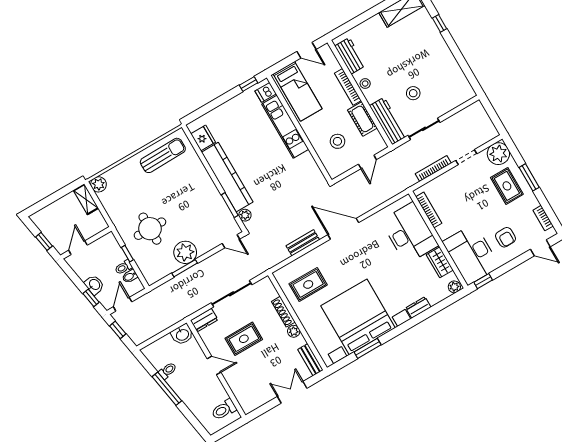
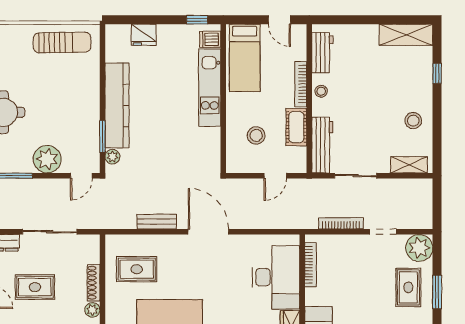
stool: (413, 93) -> (413, 121), moved
shelving: (457, 99) -> (409, 165), added
fridge: (203, 138) -> (144, 35), moved, turned 90
door: (231, 241) -> (81, 176), hinge flipped
plant: (185, 252) -> (47, 159), moved

